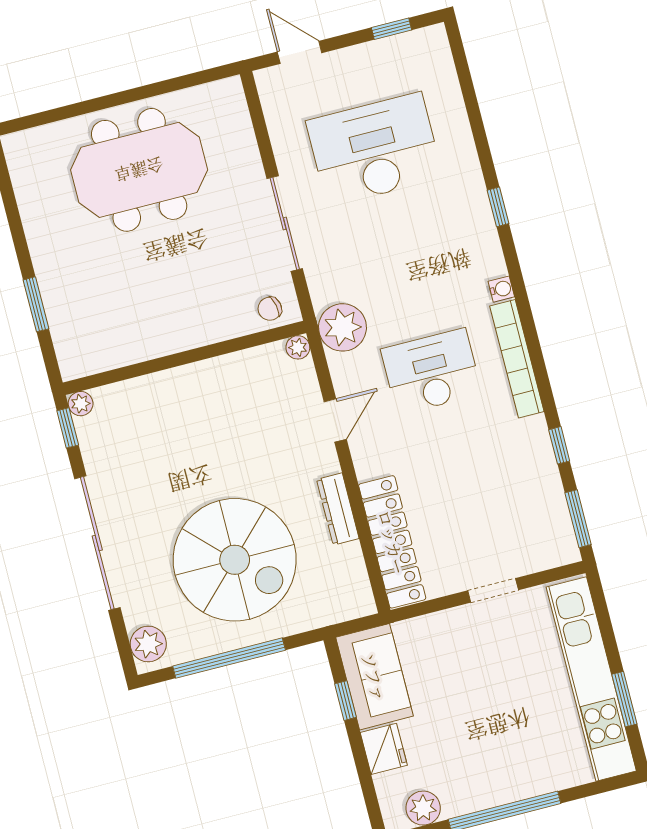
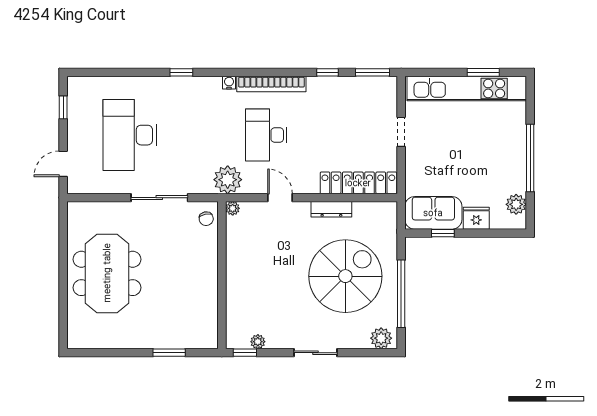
plant: (81, 404) -> (258, 342), moved
sliding door: (97, 543) -> (315, 353), width x0.54

